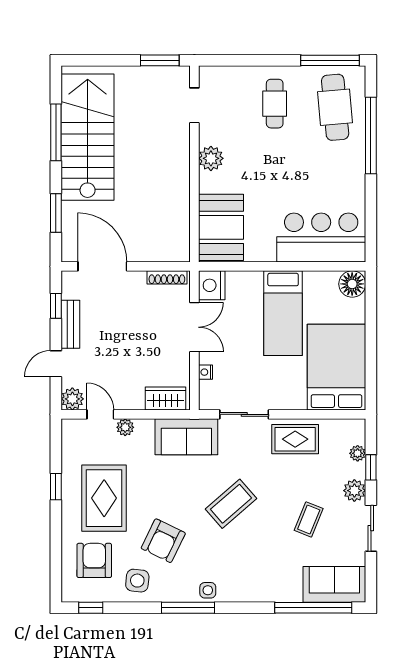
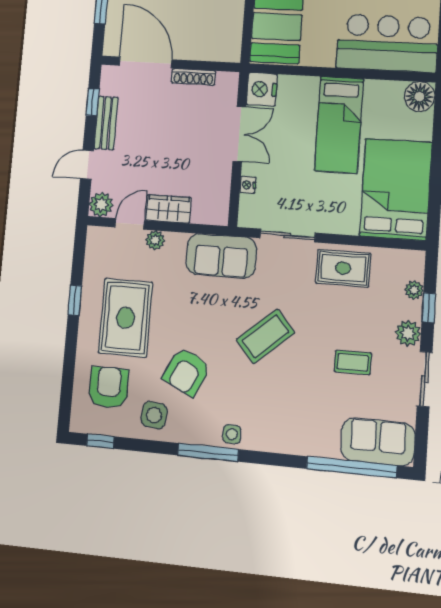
shoe rack: (167, 277) -> (194, 77), moved
wardrobe: (165, 399) -> (168, 209), moved
door: (100, 414) -> (130, 224), hinge flipped
coffee table: (309, 519) -> (353, 362), turned 68

